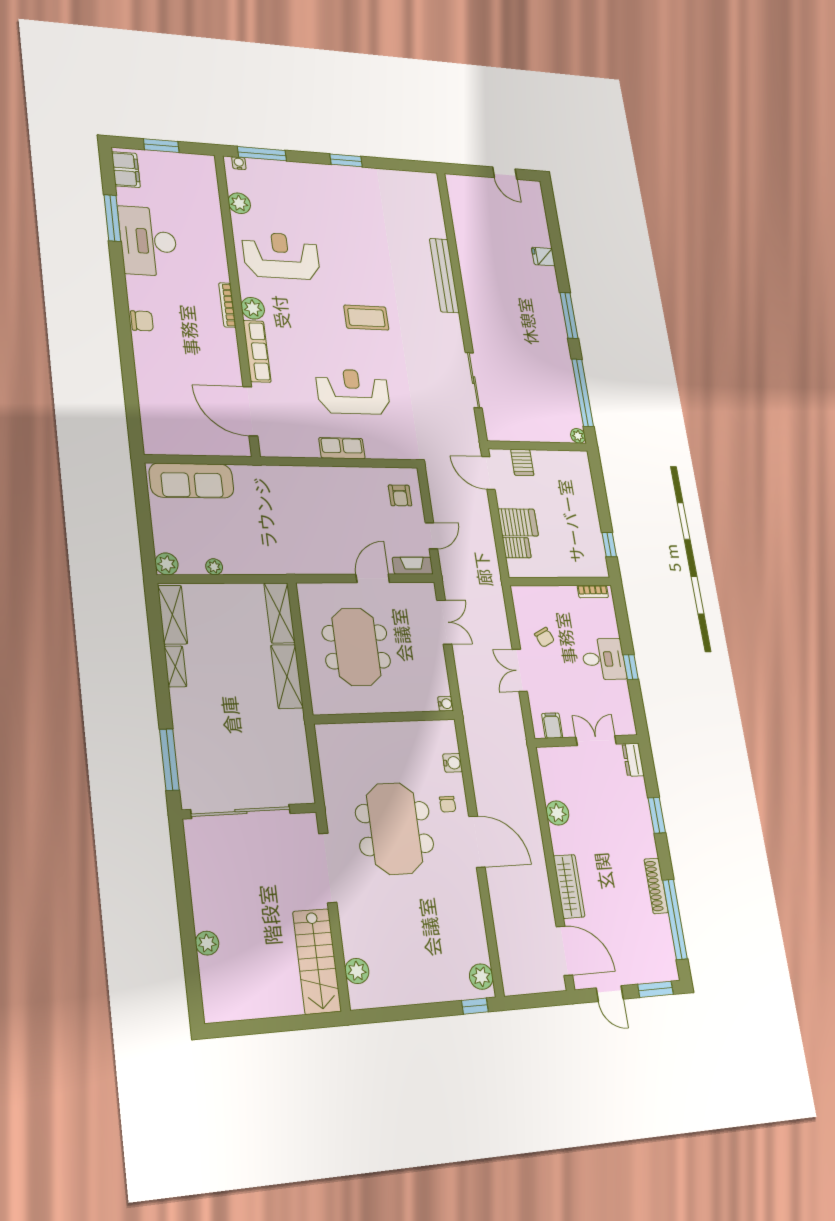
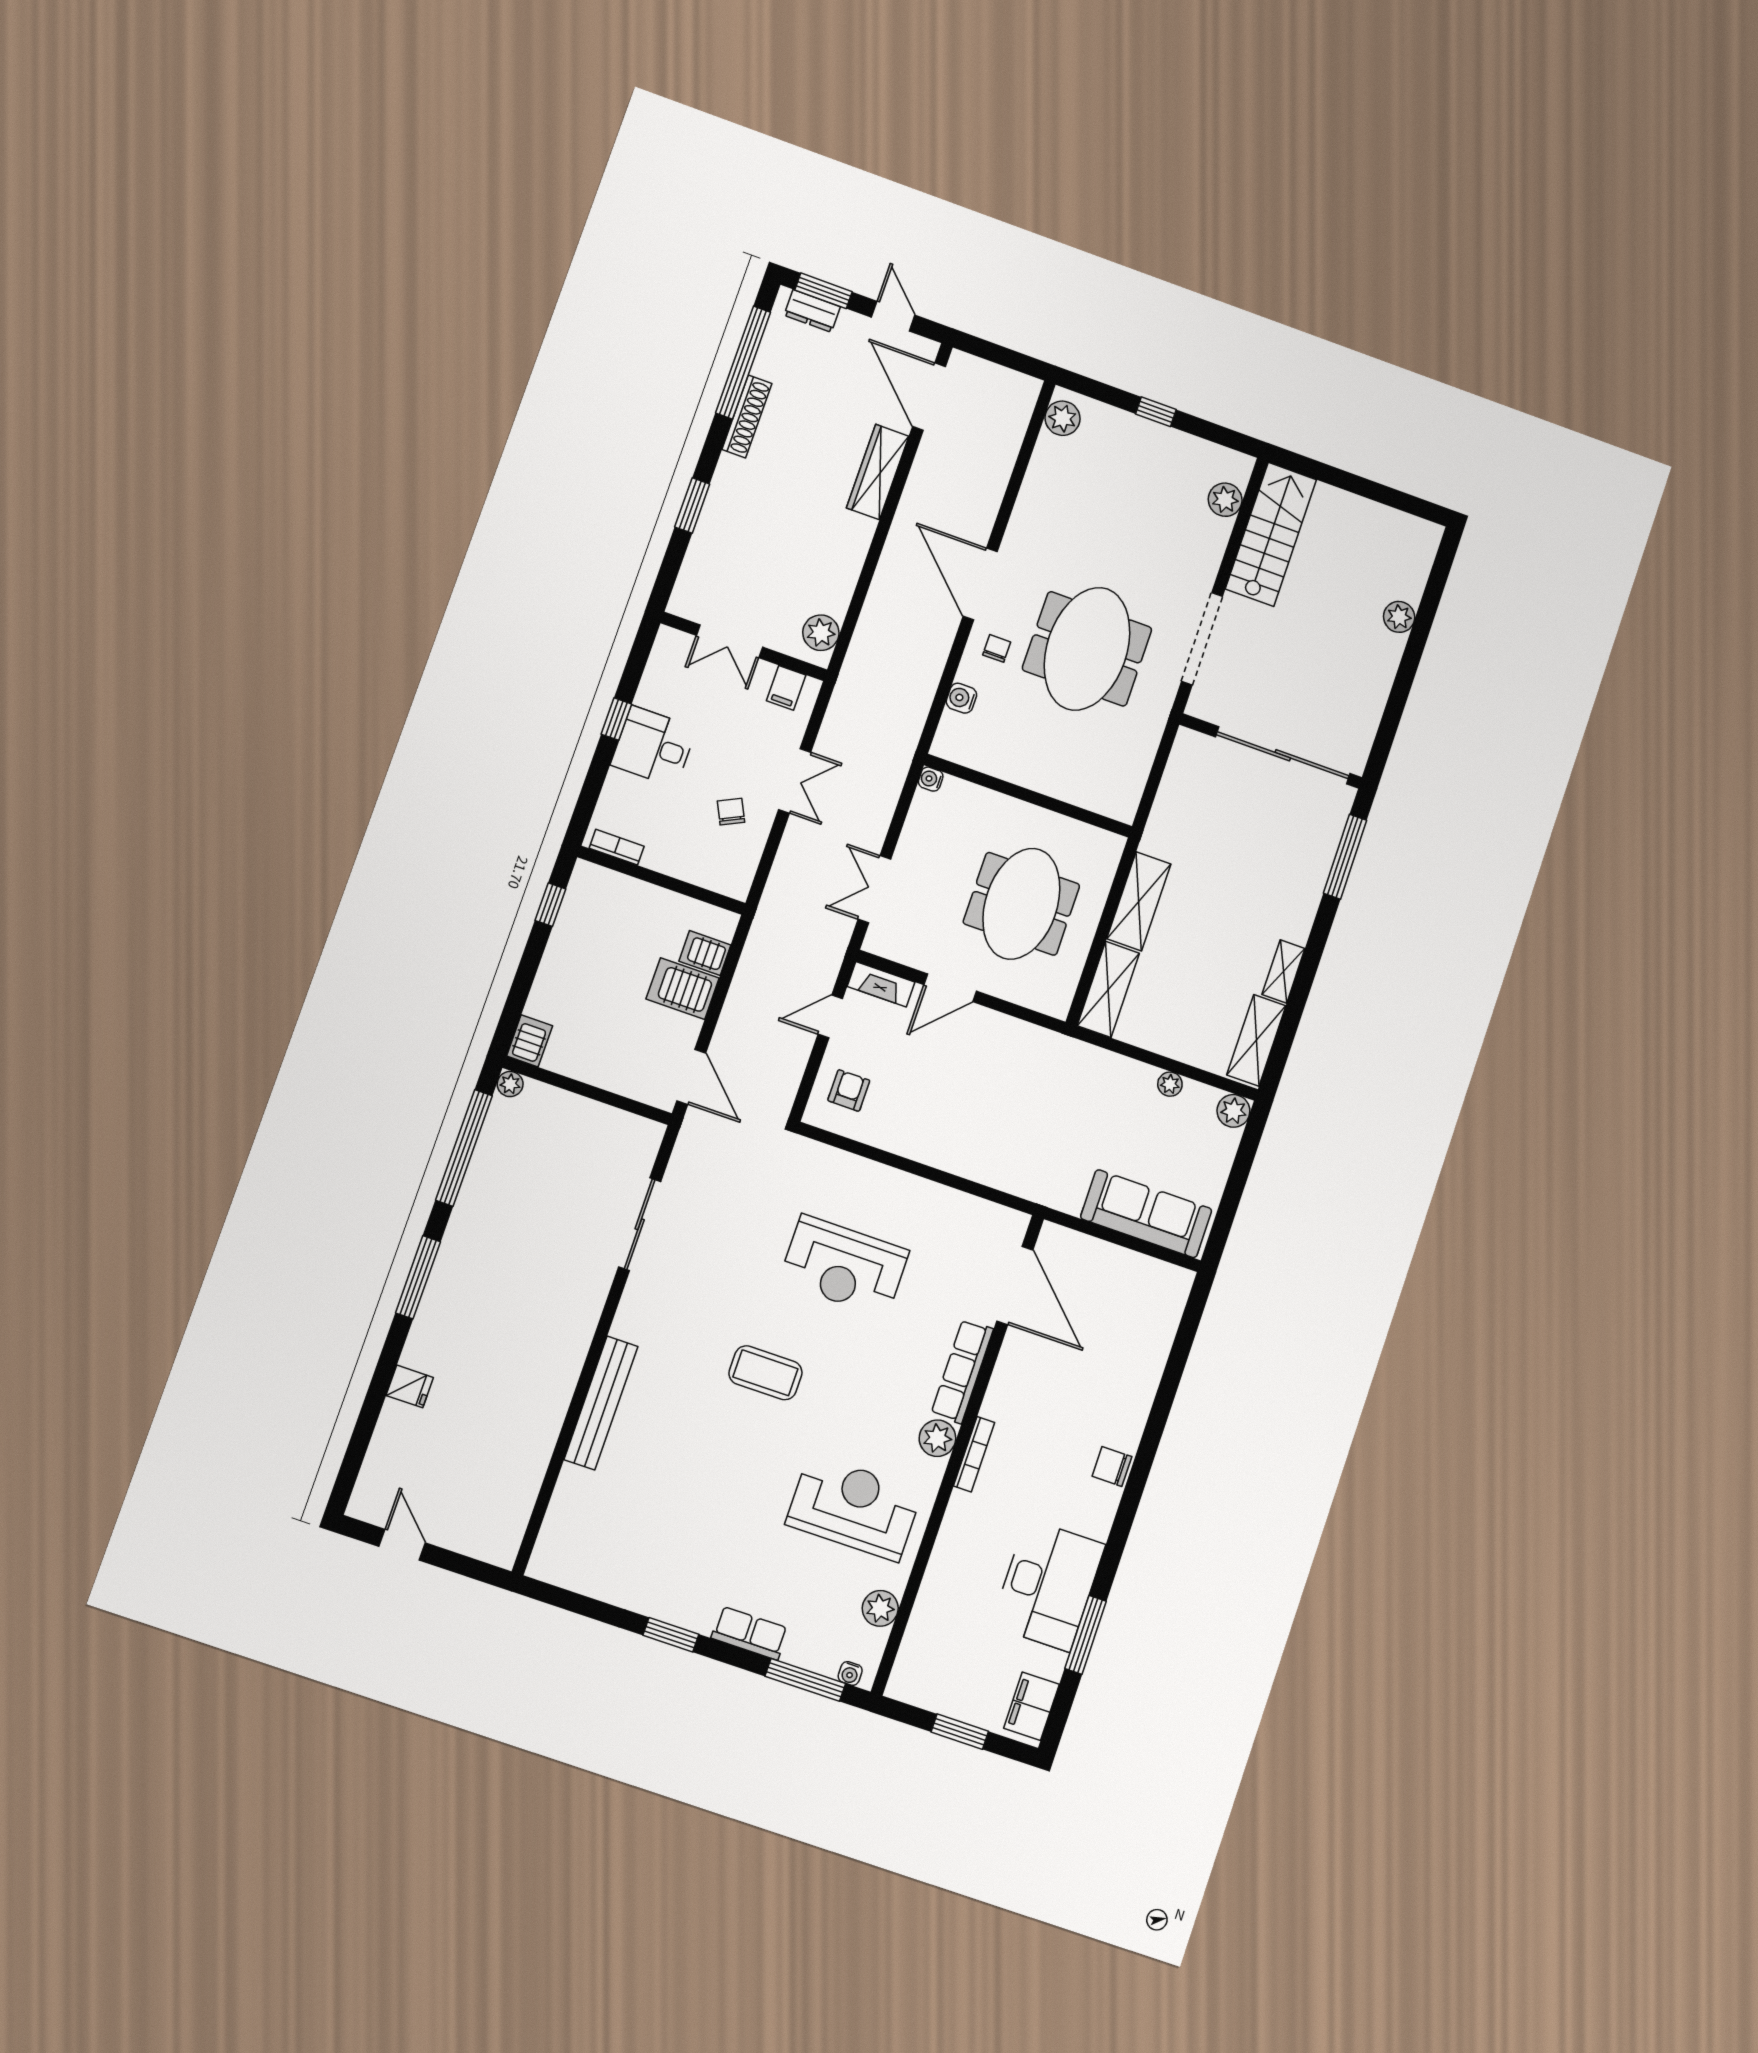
reception desk: (281, 256) -> (854, 1508), turned 180
row of seats: (342, 448) -> (750, 1633), moved, turned 180
server rack: (522, 462) -> (530, 1041), moved
dresser: (633, 760) -> (812, 311), moved, turned 90
plant: (557, 813) -> (821, 633), moved
window: (475, 1006) -> (1156, 412), moved

